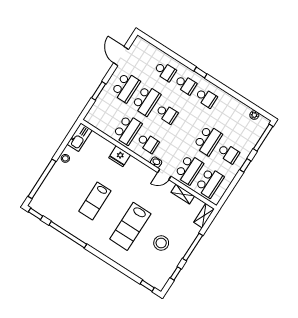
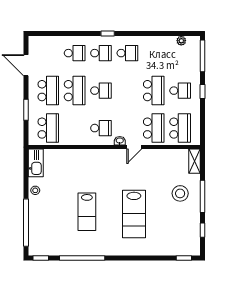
school desk: (127, 130) -> (48, 128), moved
fridge: (120, 156) -> (83, 157), removed
shelving: (183, 194) -> (163, 154), removed
stool: (161, 243) -> (180, 193), moved

